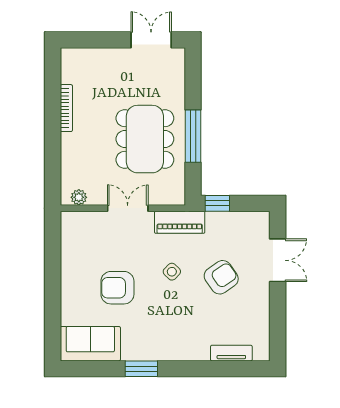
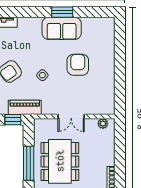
piano: (180, 222) -> (25, 107), moved
armchair: (117, 288) -> (78, 65), turned -90
sofa: (90, 344) -> (62, 28), moved

